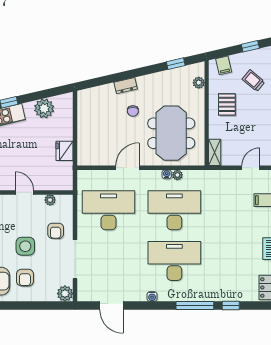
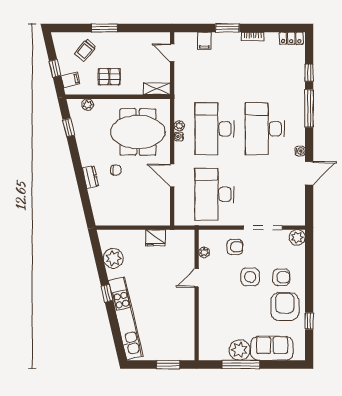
window: (250, 46) -> (55, 68), moved
door: (112, 306) -> (309, 173), moved

